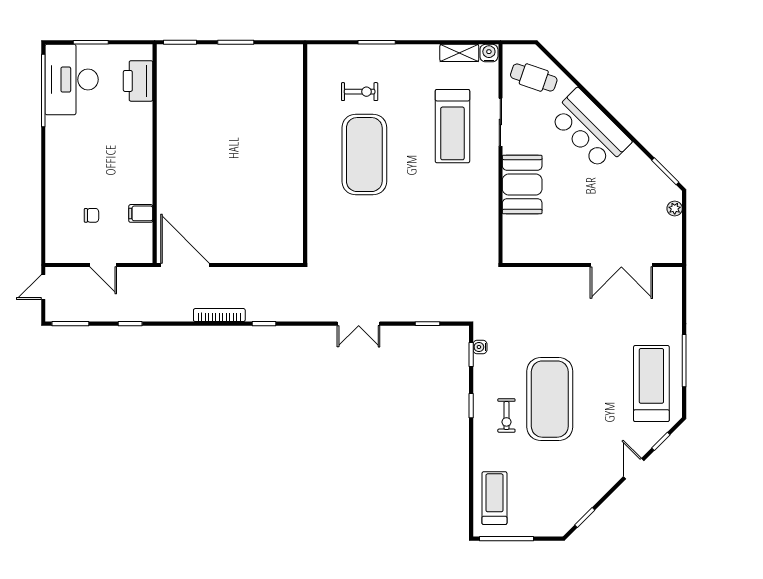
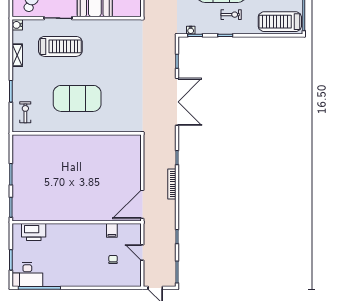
shelving: (459, 53) -> (17, 55), moved
desk: (72, 80) -> (27, 275), width x0.73, depth x0.77
exercise bike: (360, 92) -> (25, 112), moved
door: (103, 265) -> (142, 252), swing flipped
double door: (359, 324) -> (177, 102), width x1.87
treadmill: (494, 498) -> (280, 22), width x1.37, depth x1.38

